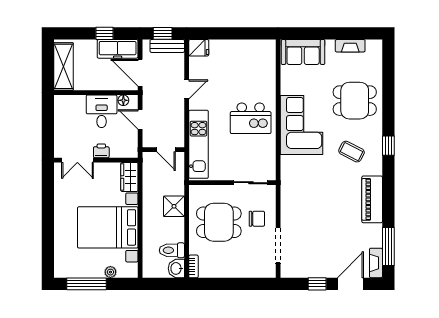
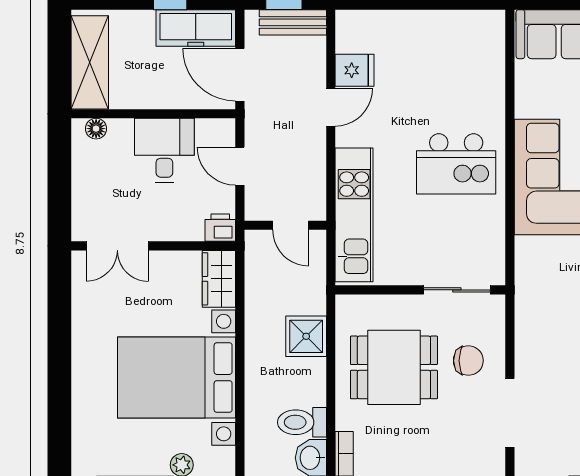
fridge: (199, 48) -> (355, 70), moved
floor lamp: (123, 100) -> (96, 129), moved
printer: (101, 151) -> (220, 228), moved

